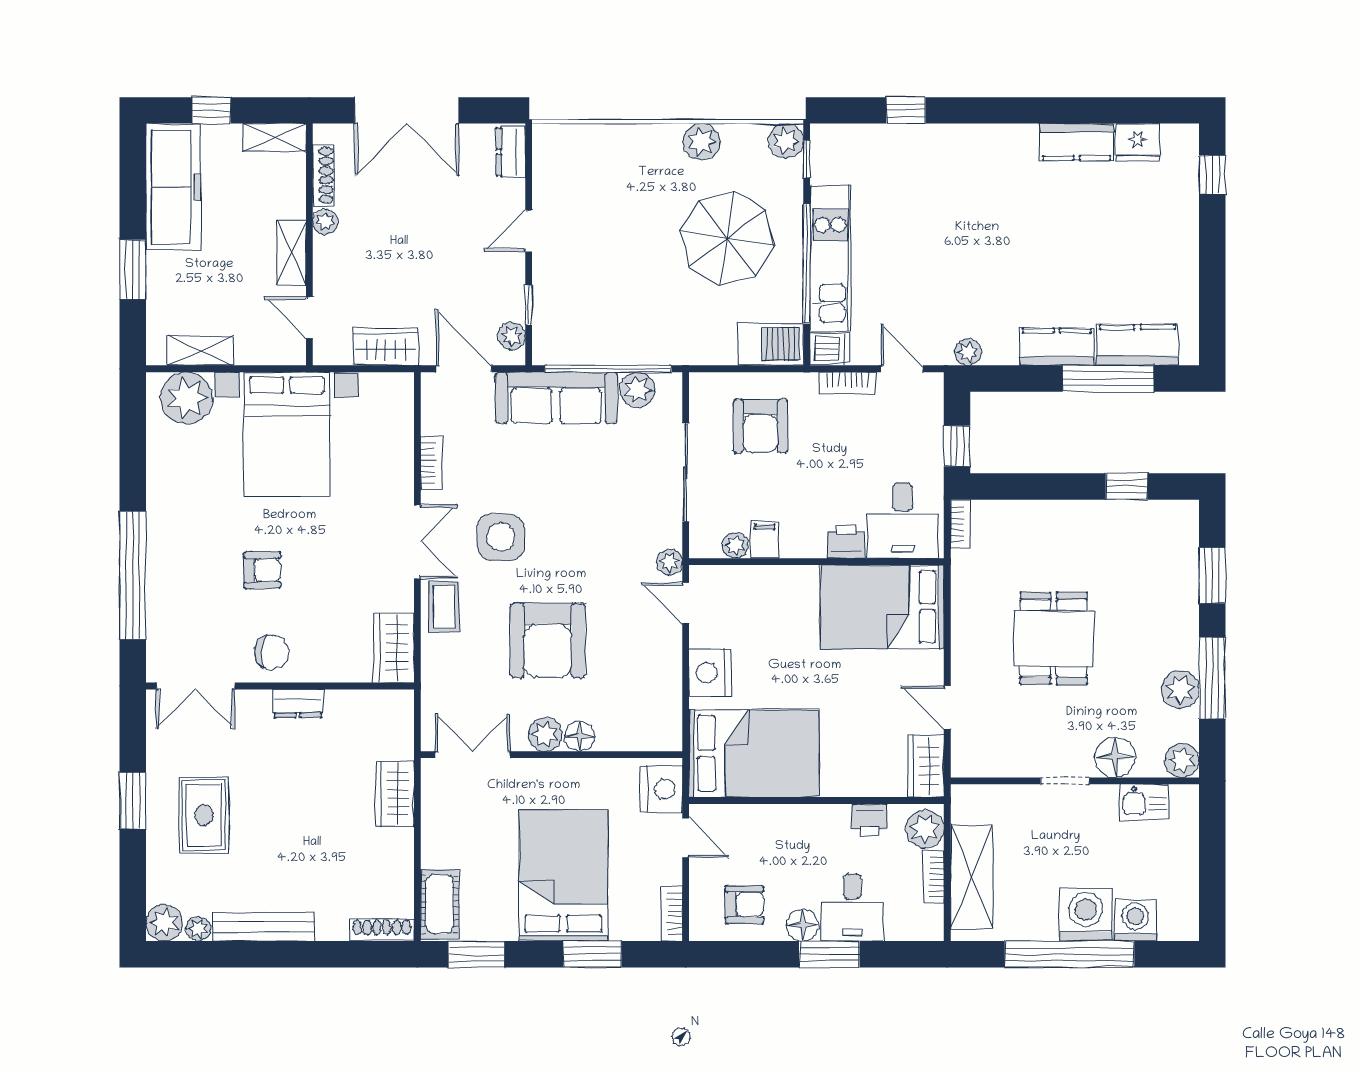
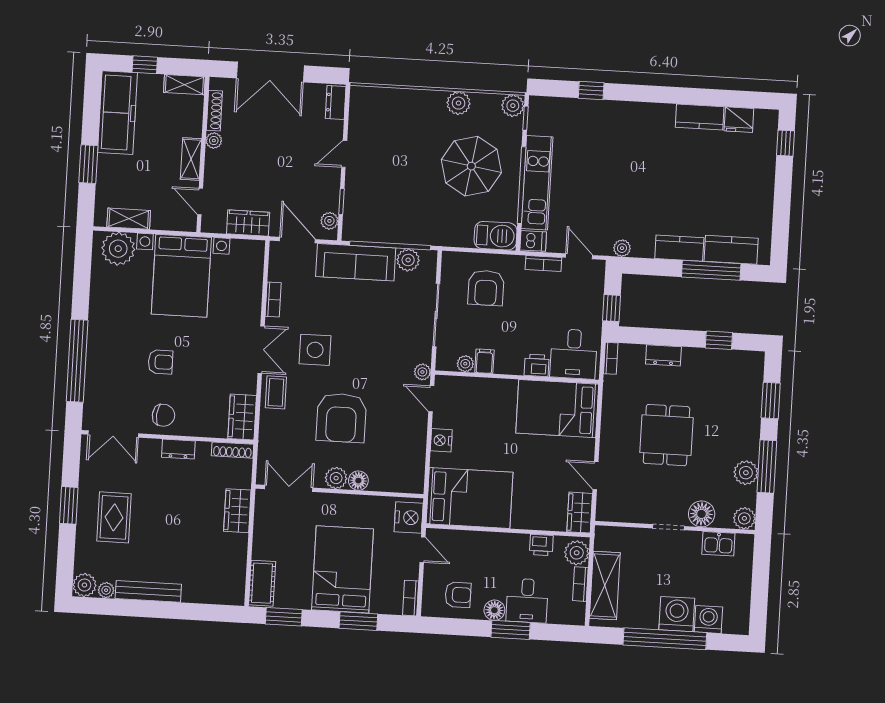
dresser: (1042, 515) -> (663, 355), added
nightstand: (710, 673) -> (441, 440), width x0.74, depth x0.75
shoe rack: (382, 930) -> (232, 450), moved, turned 180

